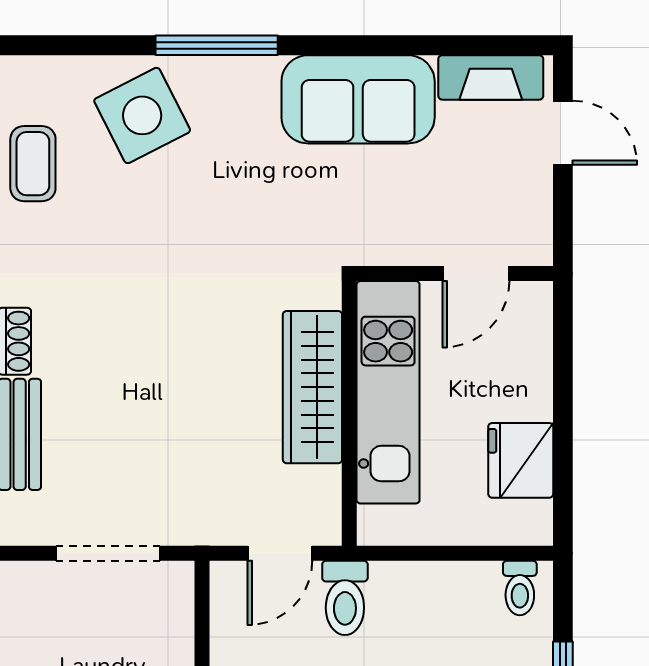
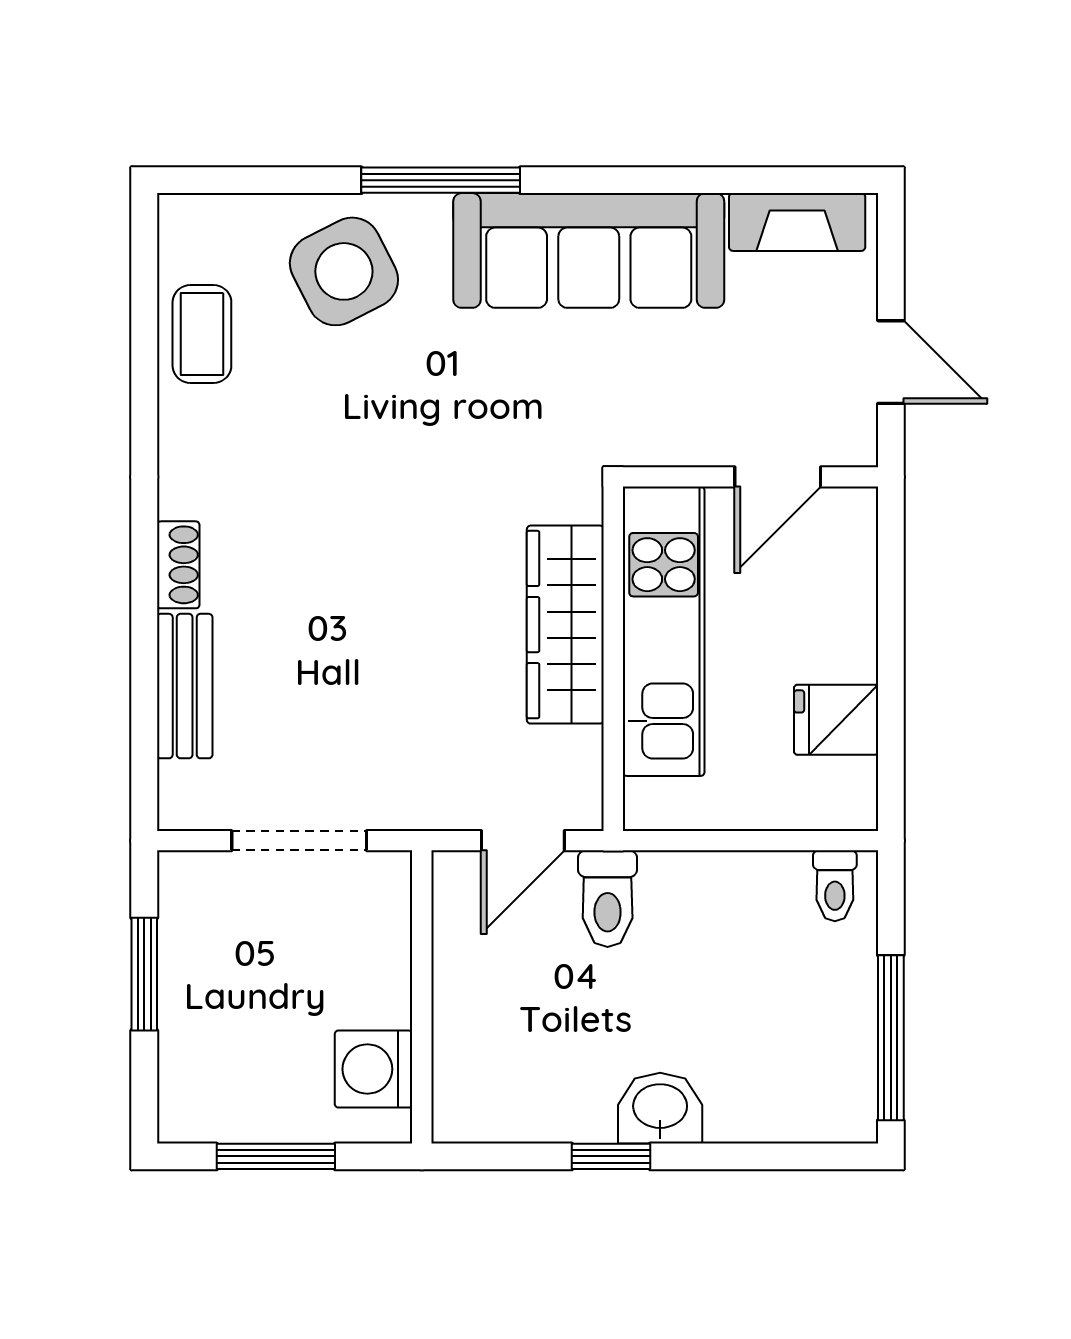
sofa: (358, 99) -> (589, 250), width x1.36
door: (563, 133) -> (891, 362), moved
fridge: (521, 460) -> (836, 720), width x0.72

